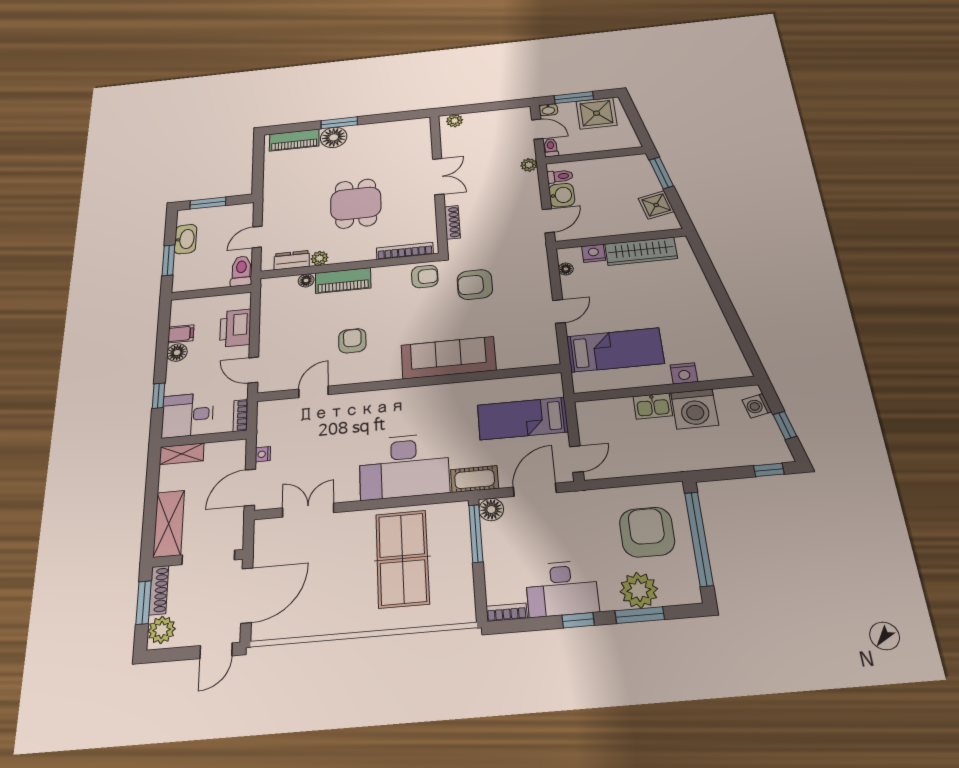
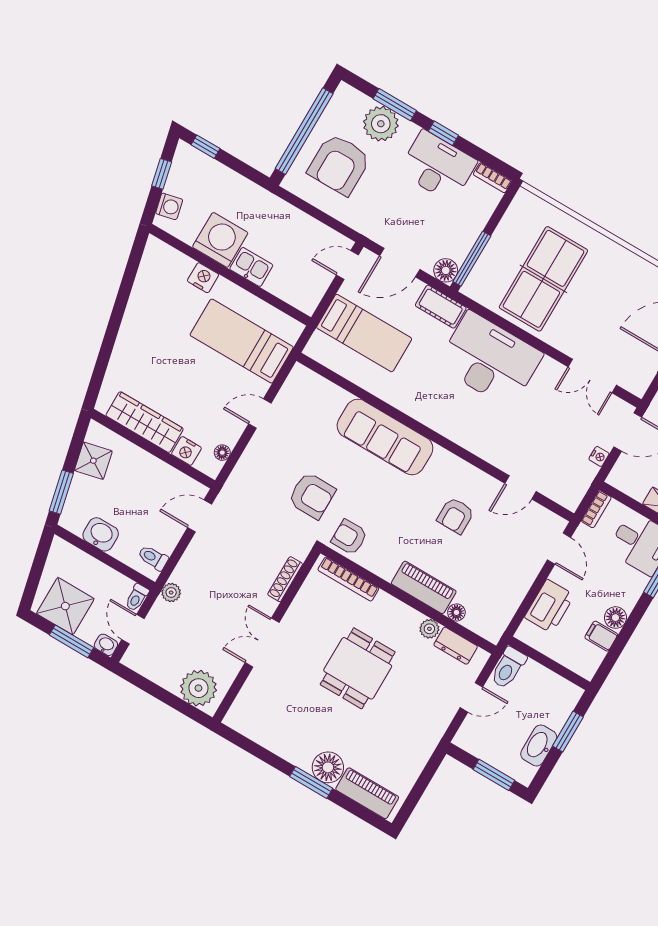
plant: (455, 121) -> (198, 688), width x1.88, depth x1.88
washbasin: (562, 195) -> (101, 534), moved, turned 90

